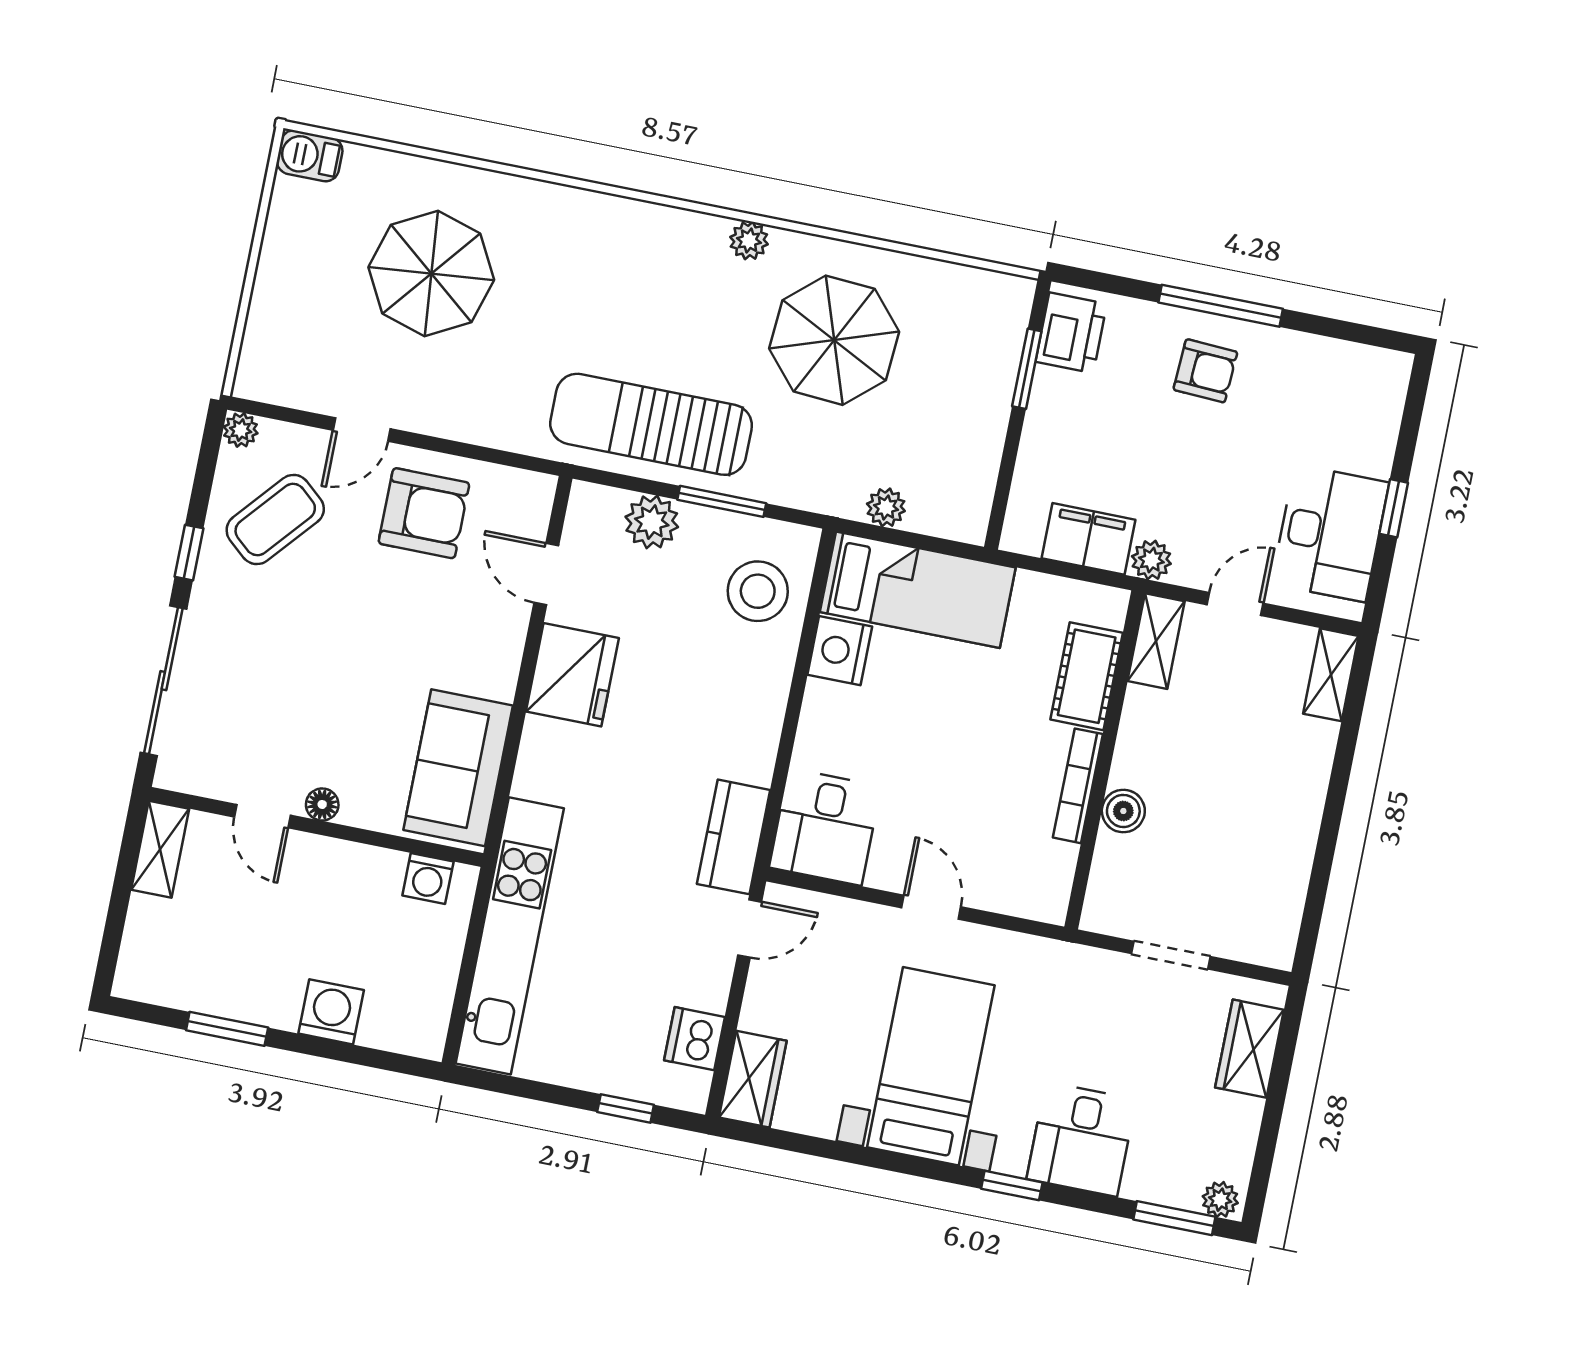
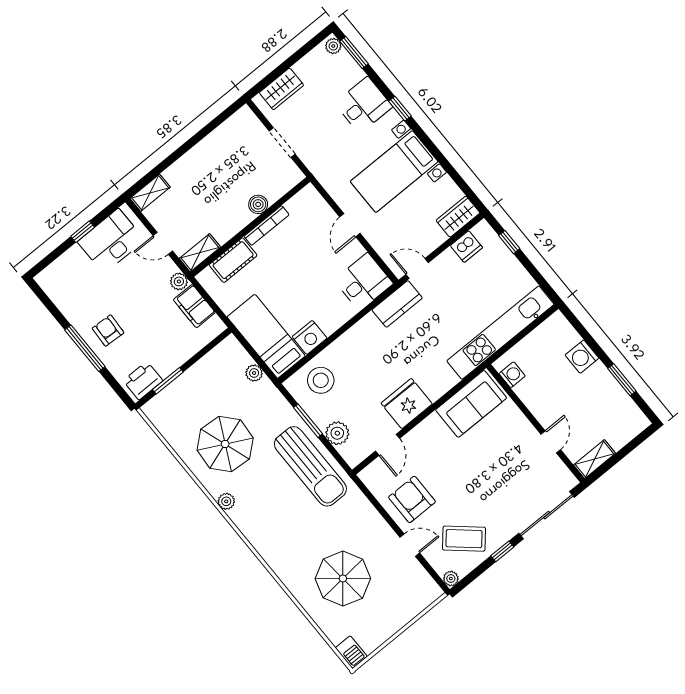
floor lamp: (322, 804) -> (527, 429), removed

